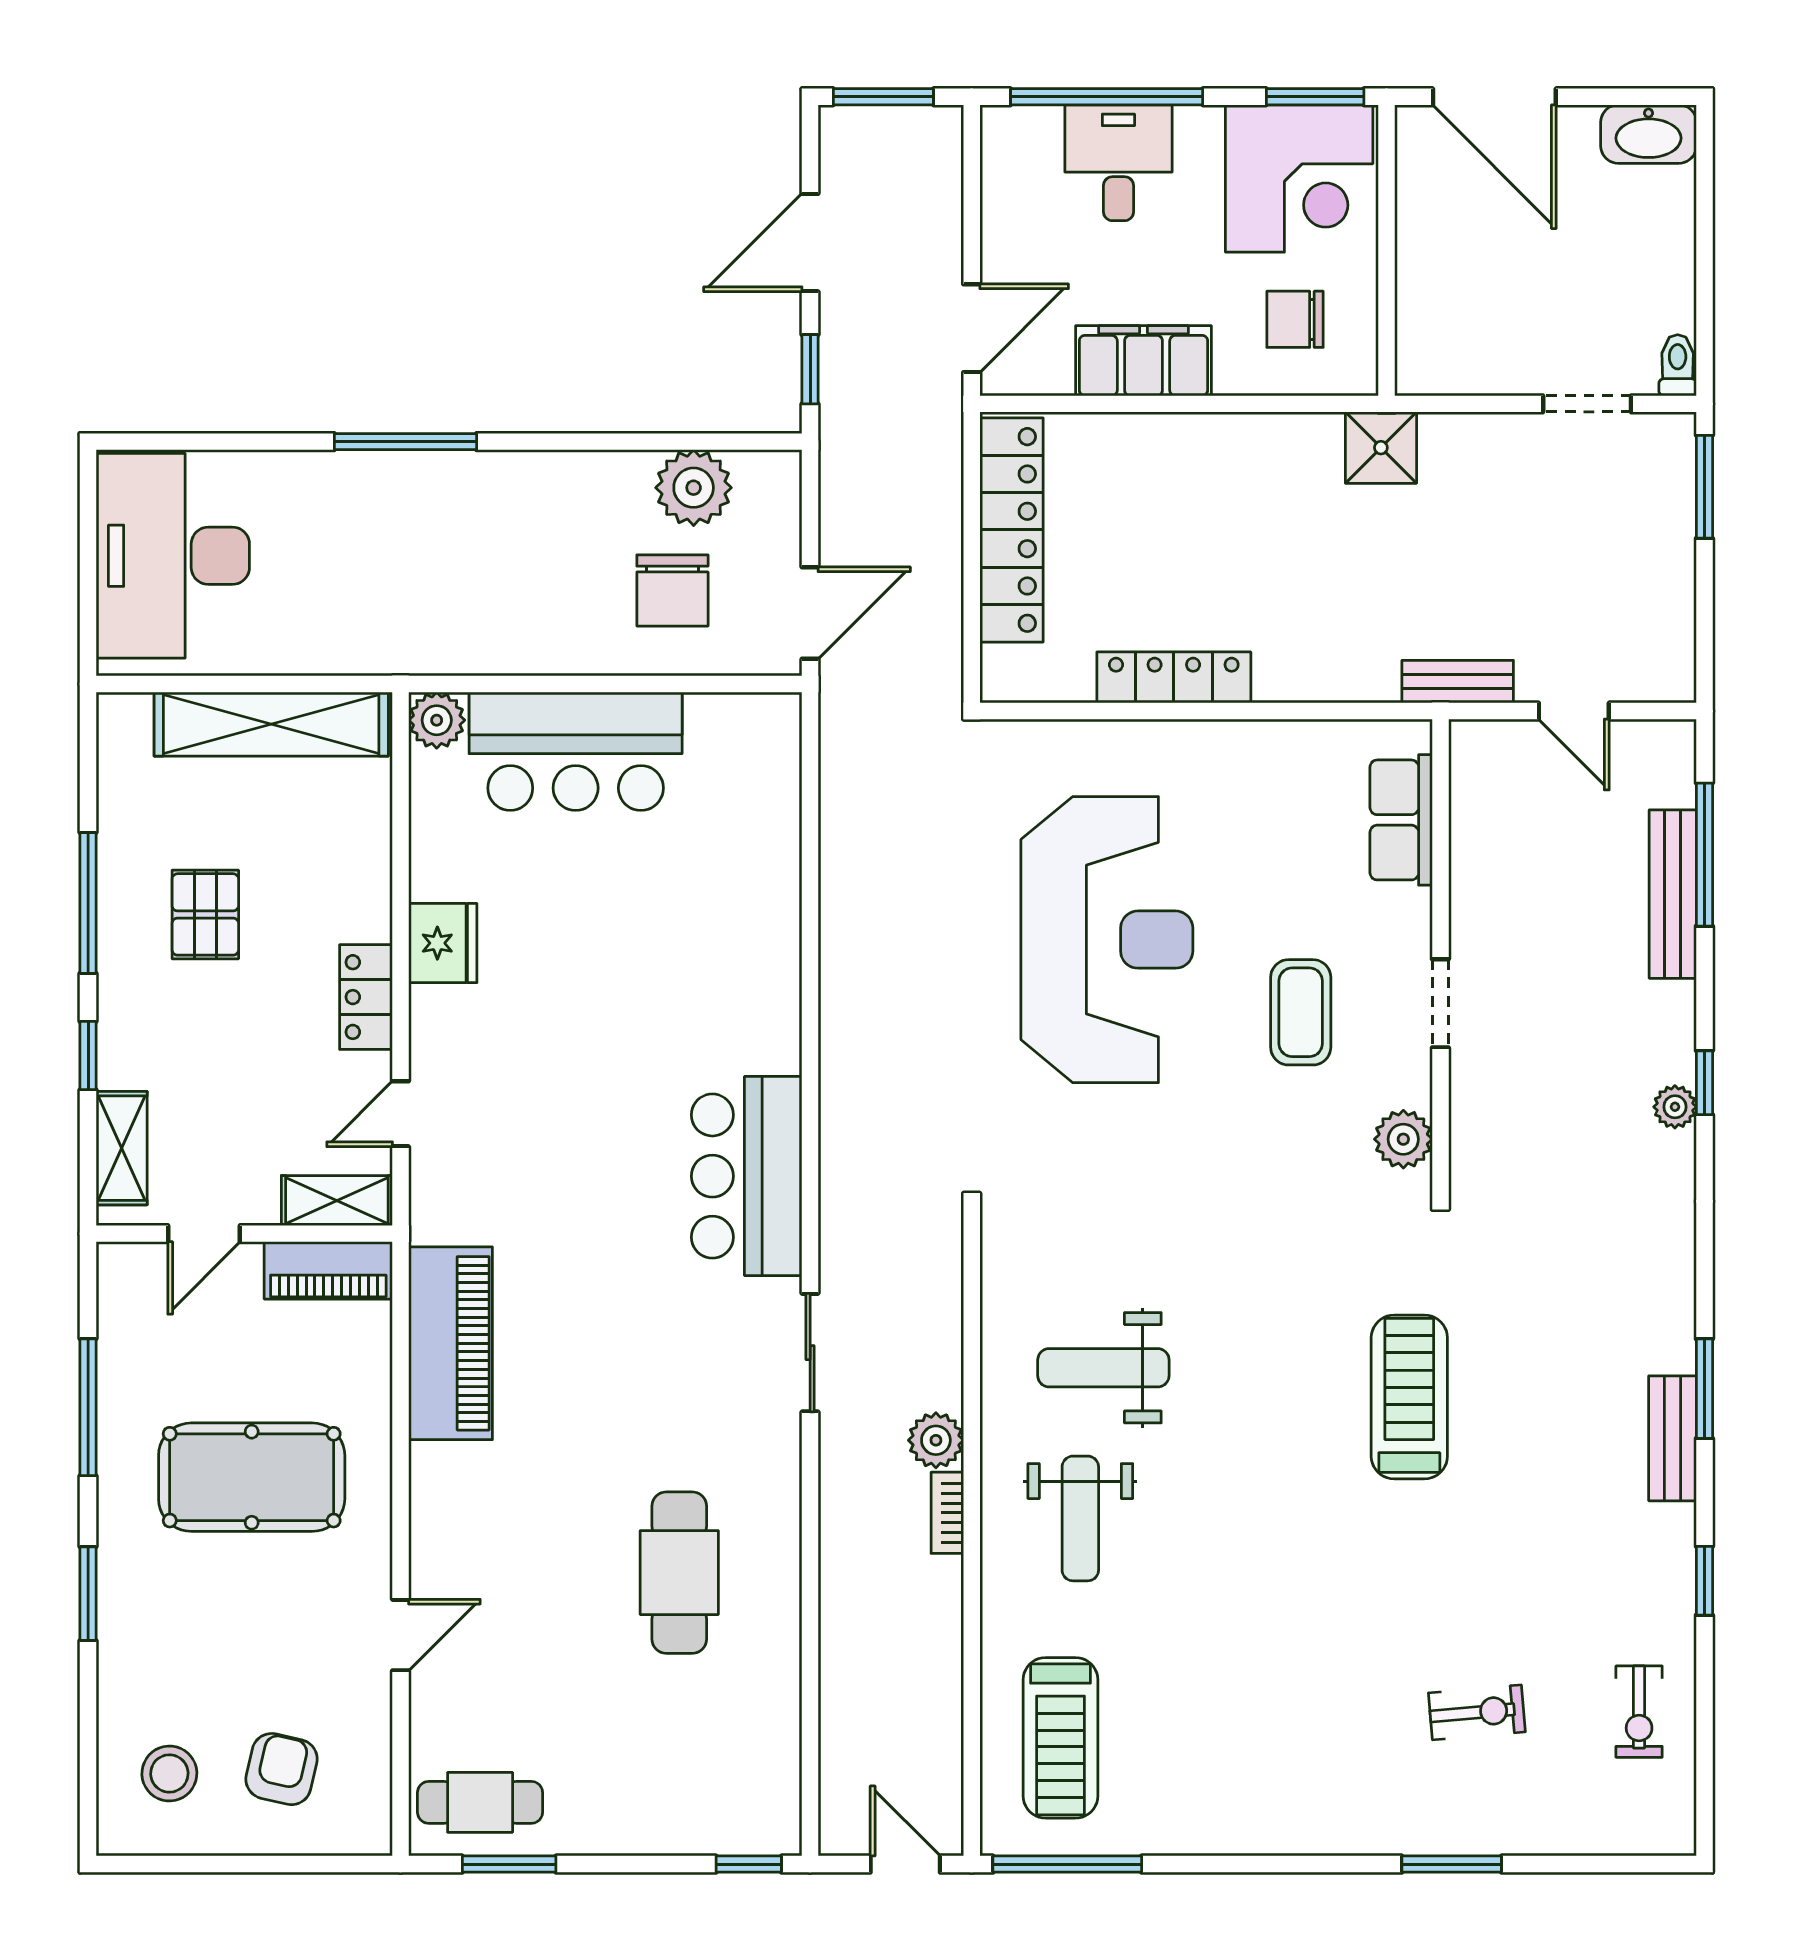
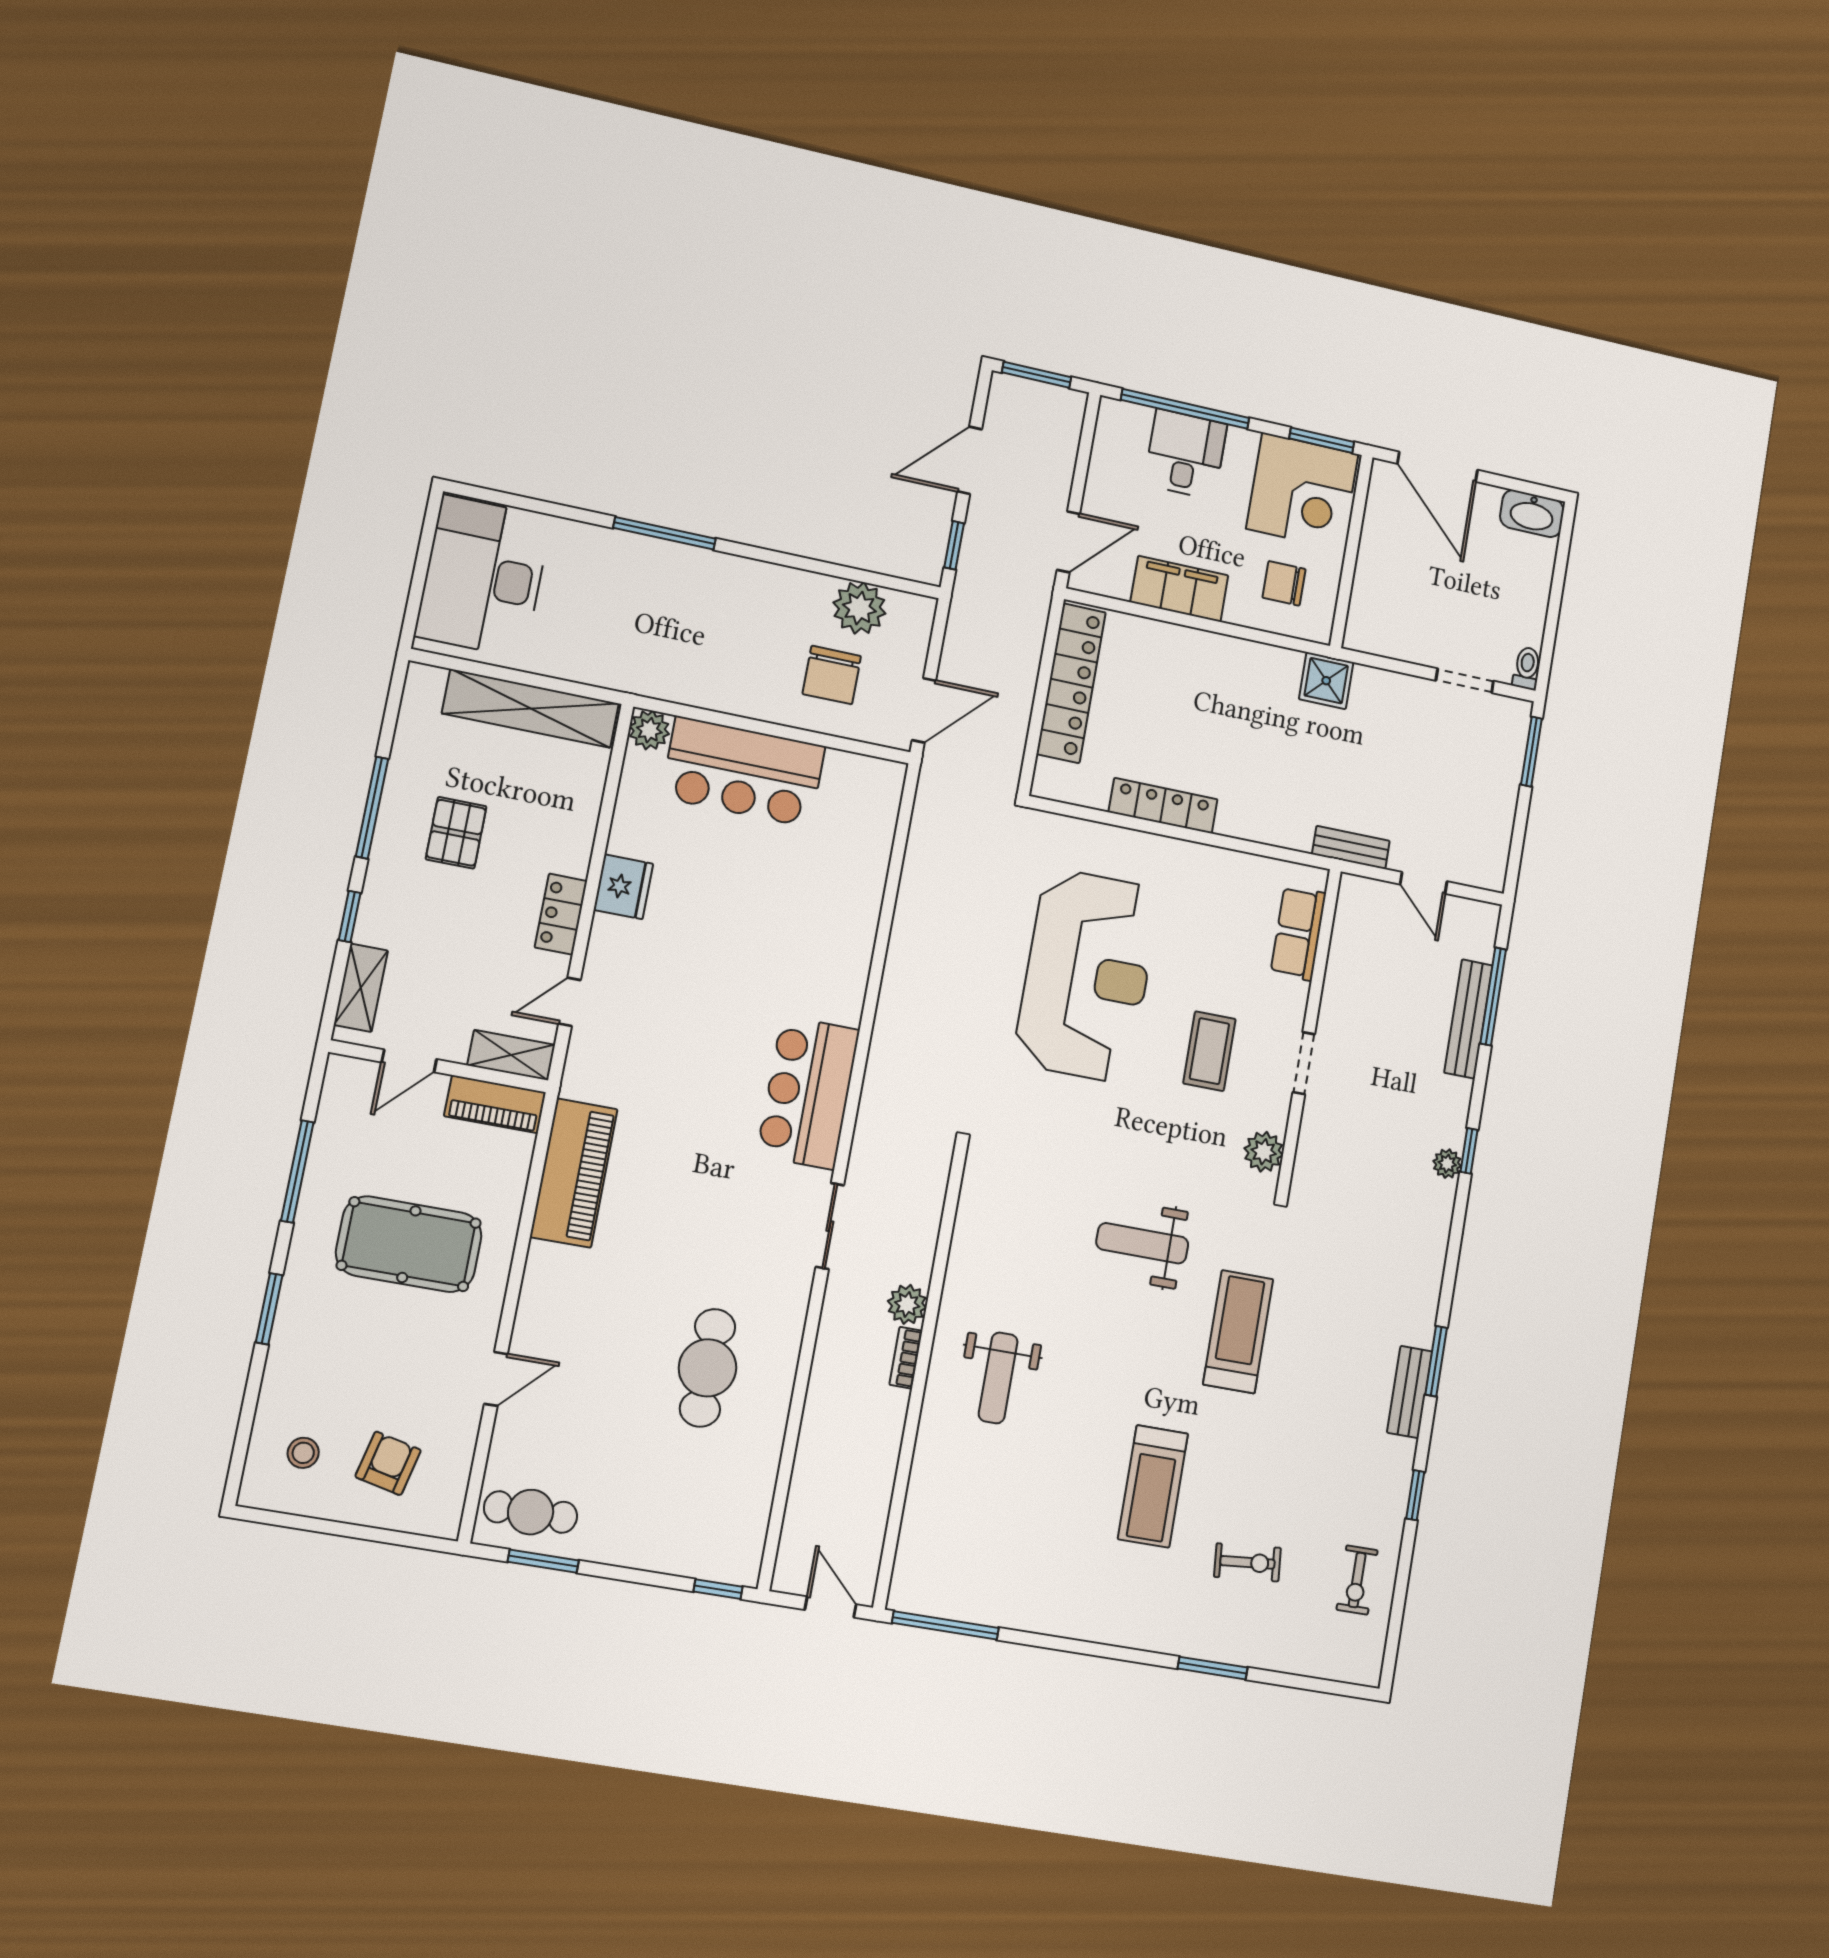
weight bench: (1103, 1368) -> (1142, 1243), moved
treadmill: (1061, 1738) -> (1153, 1486), moved
stool: (169, 1773) -> (303, 1453), width x0.73, depth x0.73

